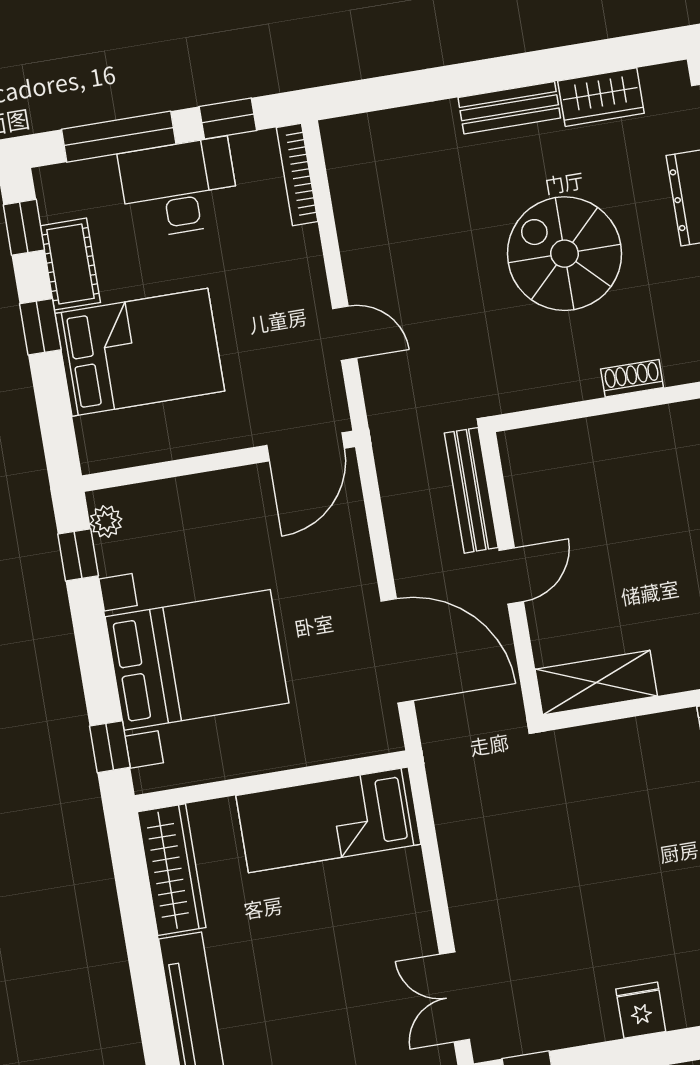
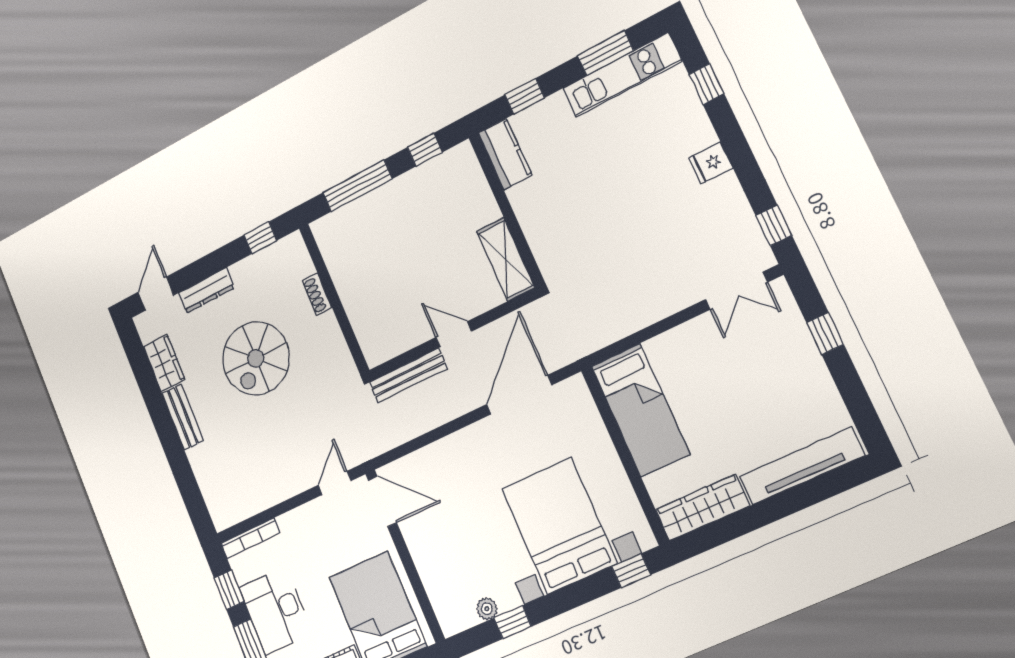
door: (306, 447) -> (382, 502), moved
wall: (218, 461) -> (405, 556), moved

